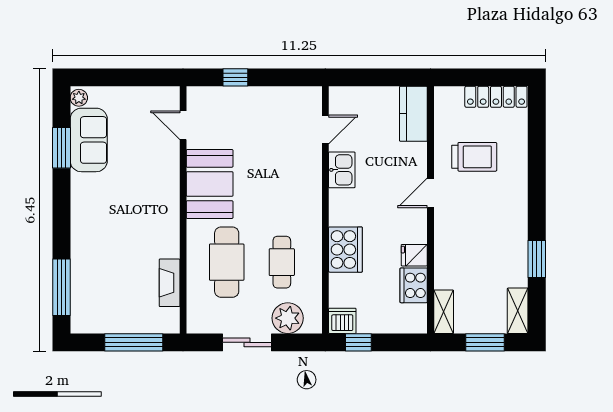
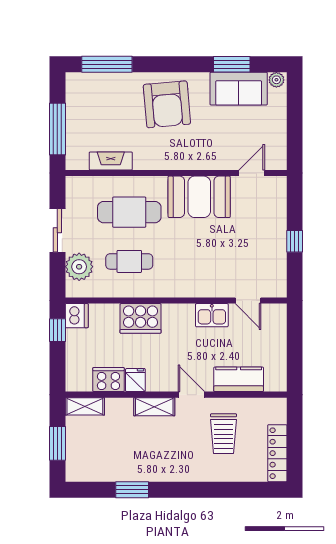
window: (235, 77) -> (295, 241), moved
kitchen counter: (413, 114) -> (239, 379), moved
armchair: (106, 220) -> (167, 104), added
shelving: (518, 311) -> (154, 407), moved

